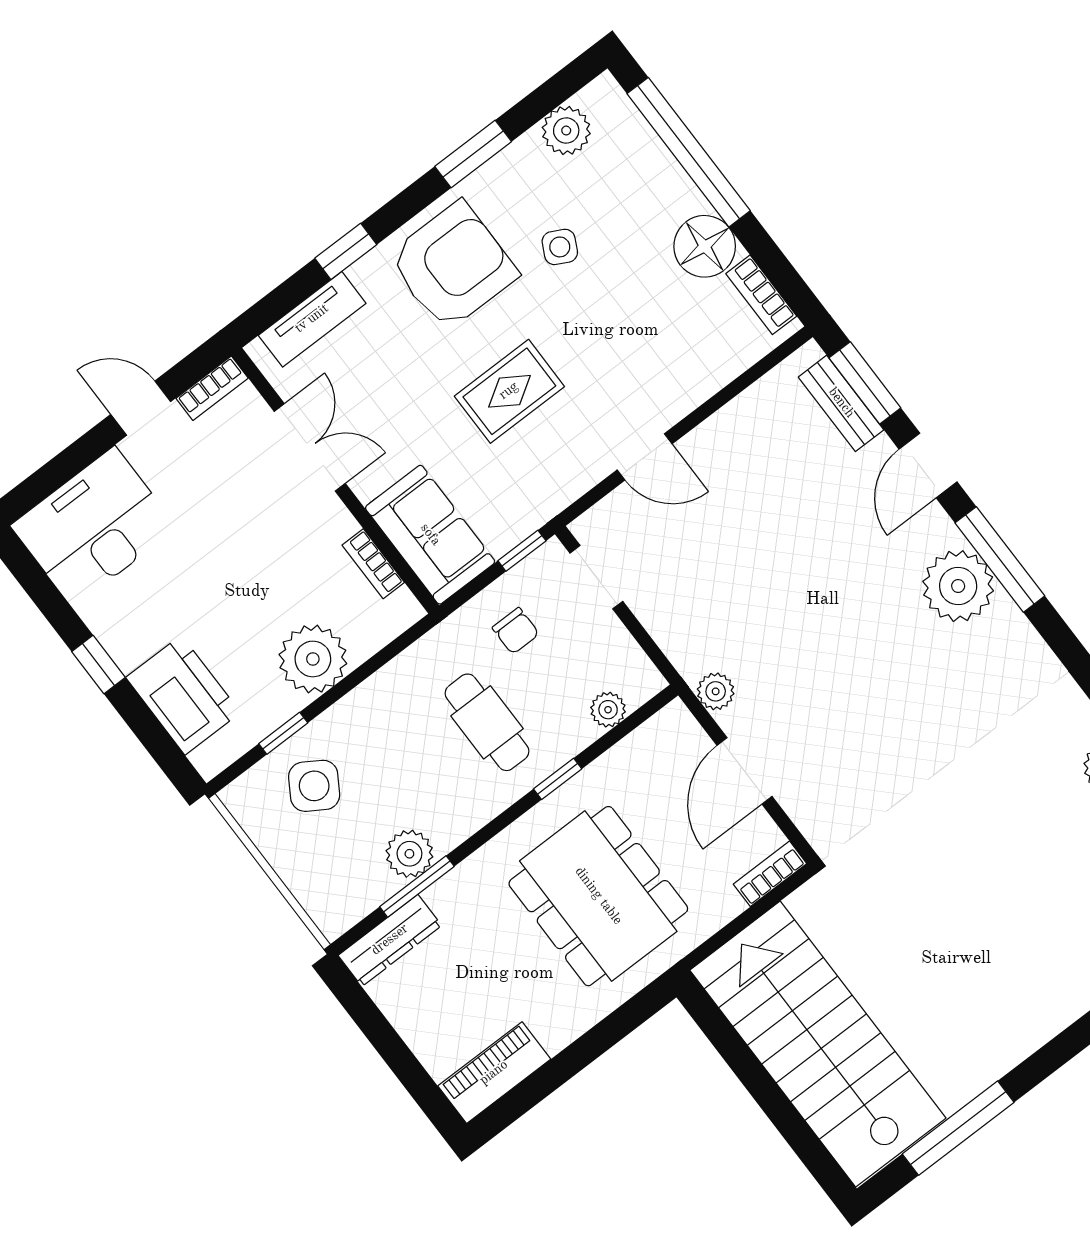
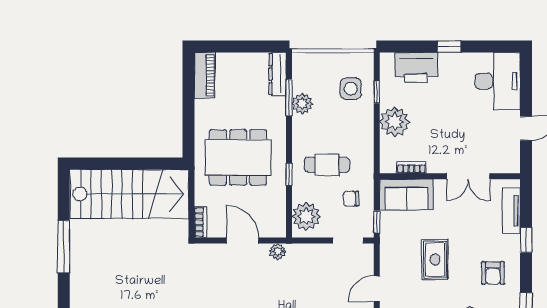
armchair: (453, 266) -> (493, 273), width x0.53, depth x0.53
bookcase: (212, 388) -> (514, 158), removed
plant: (608, 710) -> (306, 216), width x1.87, depth x1.87
side table: (314, 786) -> (351, 89), turned -32
window: (958, 1128) -> (64, 247), moved

